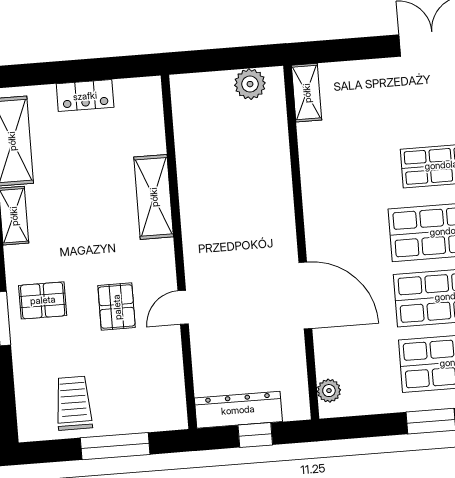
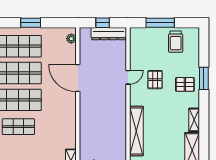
shelving: (154, 197) -> (136, 131), width x1.47

